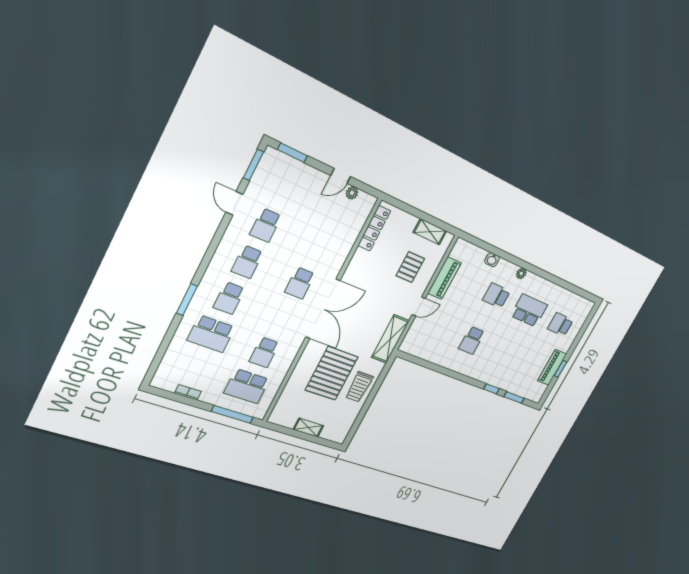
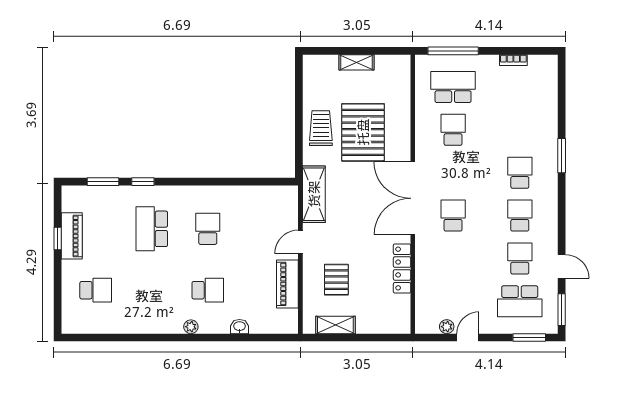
locker: (374, 228) -> (402, 268), moved
school desk: (529, 310) -> (152, 229), moved, turned 90
school desk: (211, 334) -> (520, 301), moved, turned 180

